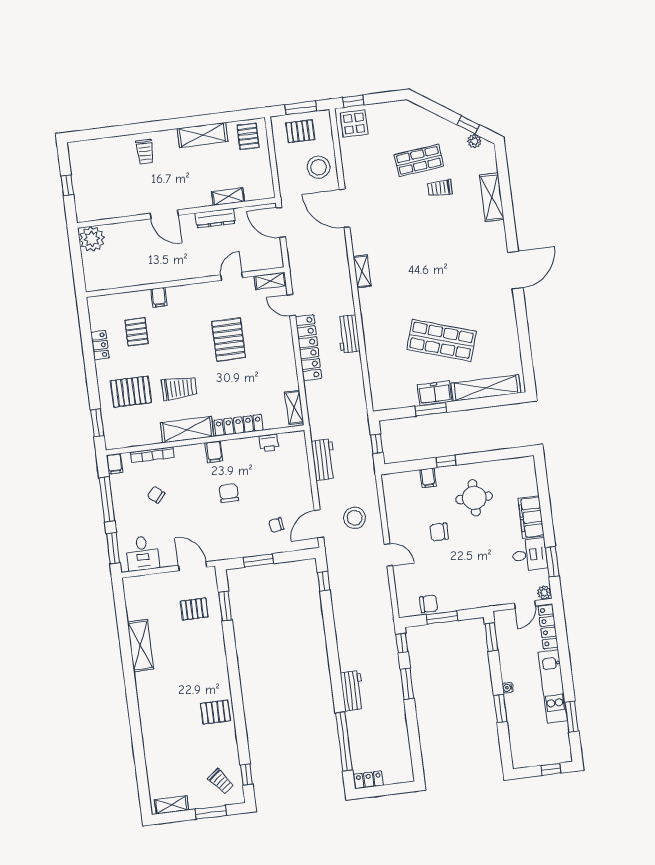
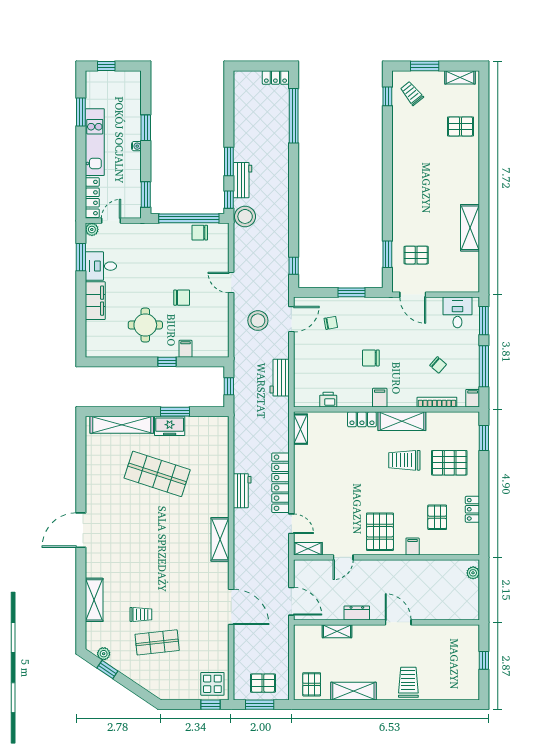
trolley: (145, 152) -> (408, 682), width x1.36, depth x1.39
stool: (319, 167) -> (245, 216), moved
dresser: (215, 218) -> (357, 613), width x0.70
plant: (92, 239) -> (473, 573), moved, width x0.53, depth x0.53
shelving: (362, 271) -> (220, 539), width x1.50, depth x1.33
pallet: (229, 340) -> (380, 532), moved
locker: (239, 425) -> (362, 419), width x0.66
chair: (229, 493) -> (371, 358), turned 90
window: (442, 618) -> (189, 218), width x2.11
workbench: (352, 691) -> (243, 180), moved, turned 180
pallet: (215, 712) -> (460, 126), moved

